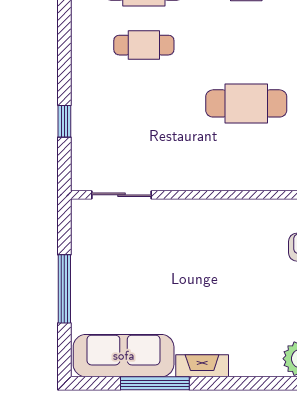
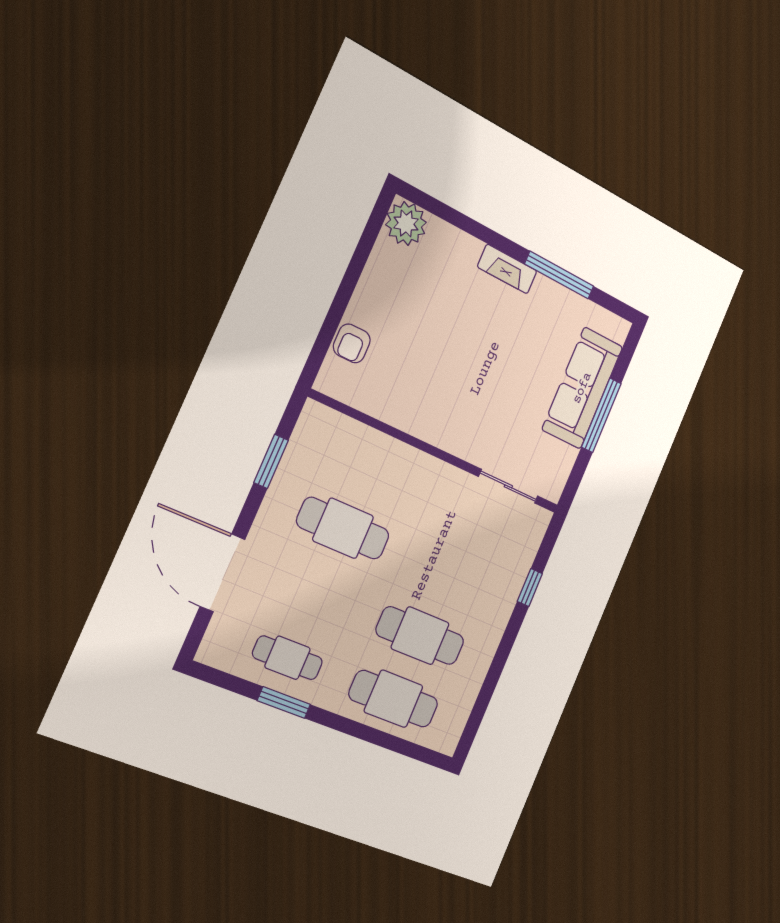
cafe table: (144, 45) -> (420, 636), width x1.37, depth x1.35
sofa: (124, 356) -> (582, 388), moved, turned 90

